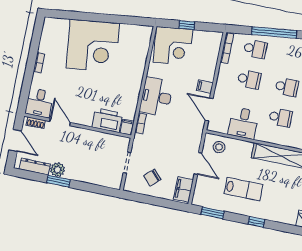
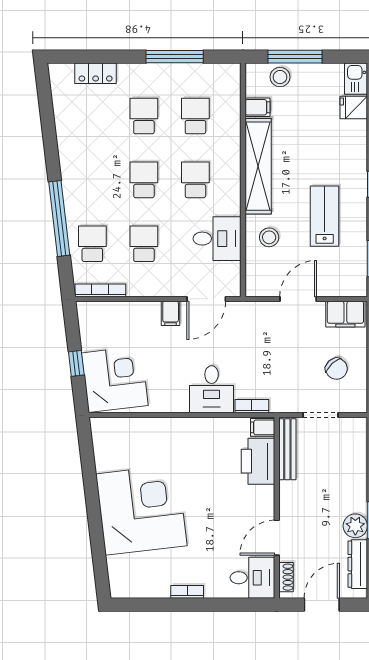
desk: (156, 97) -> (212, 389), width x0.73
bench: (111, 139) -> (287, 449), added
stool: (219, 147) -> (269, 237), moved

